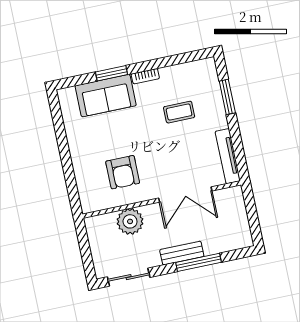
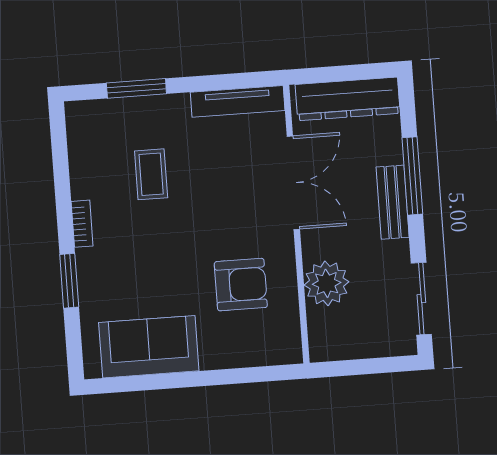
sofa: (106, 96) -> (149, 347), moved, turned -90
dresser: (238, 219) -> (348, 99), added

